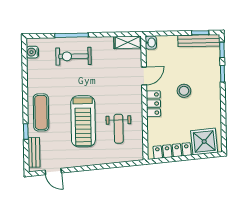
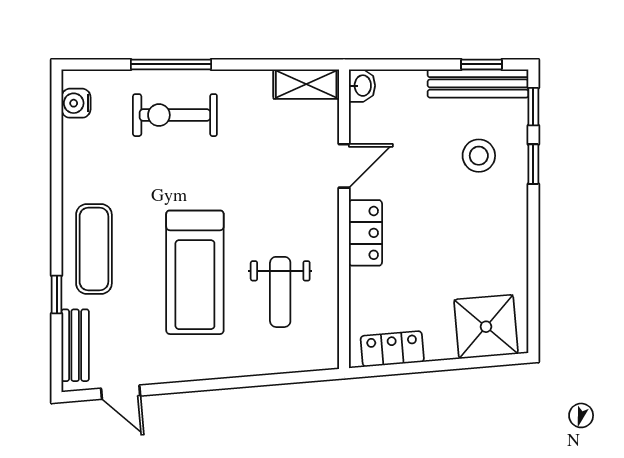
stool: (184, 91) -> (479, 156), moved
locker: (172, 151) -> (392, 349), width x0.66

